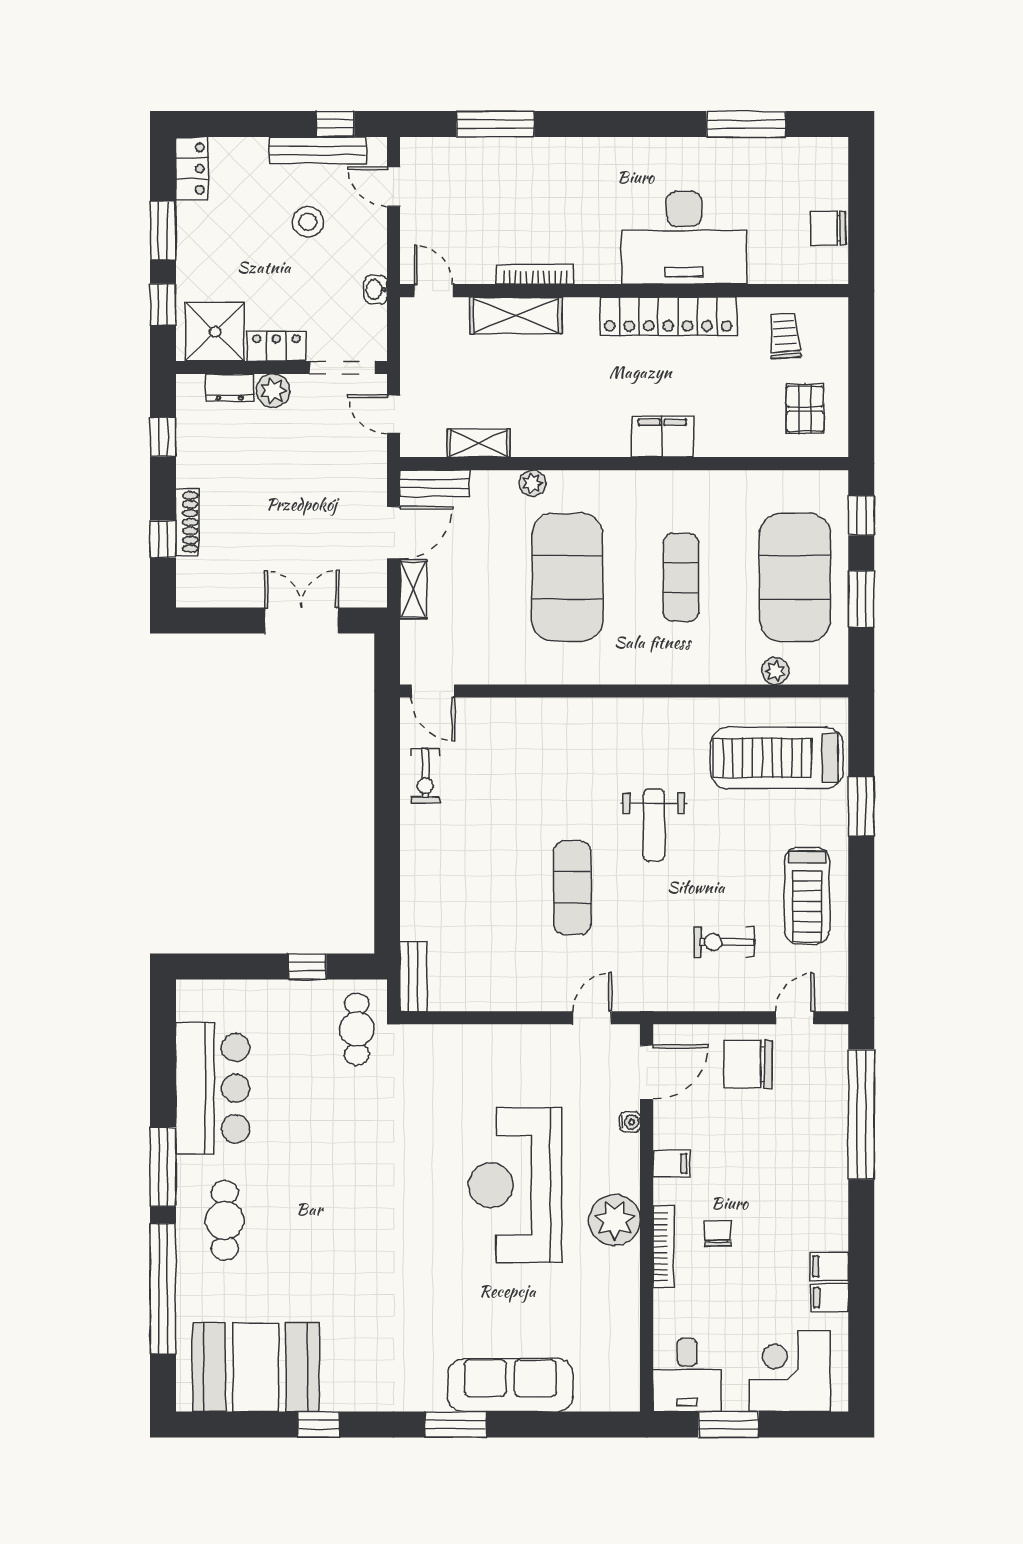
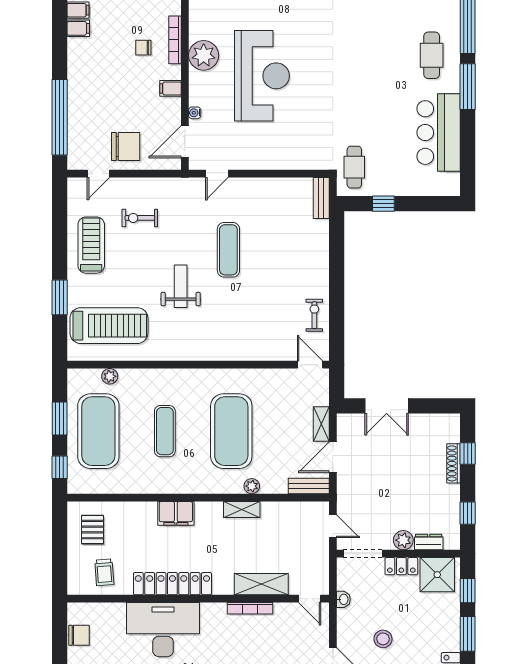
shelving: (478, 443) -> (242, 510), moved
exercise bike: (724, 942) -> (140, 218), turned 180
chair: (718, 1233) -> (143, 48), turned 90

